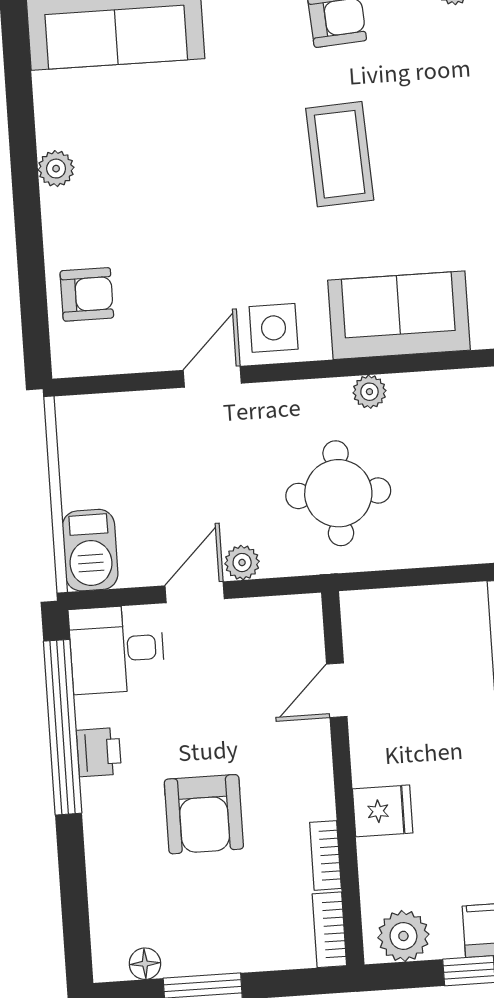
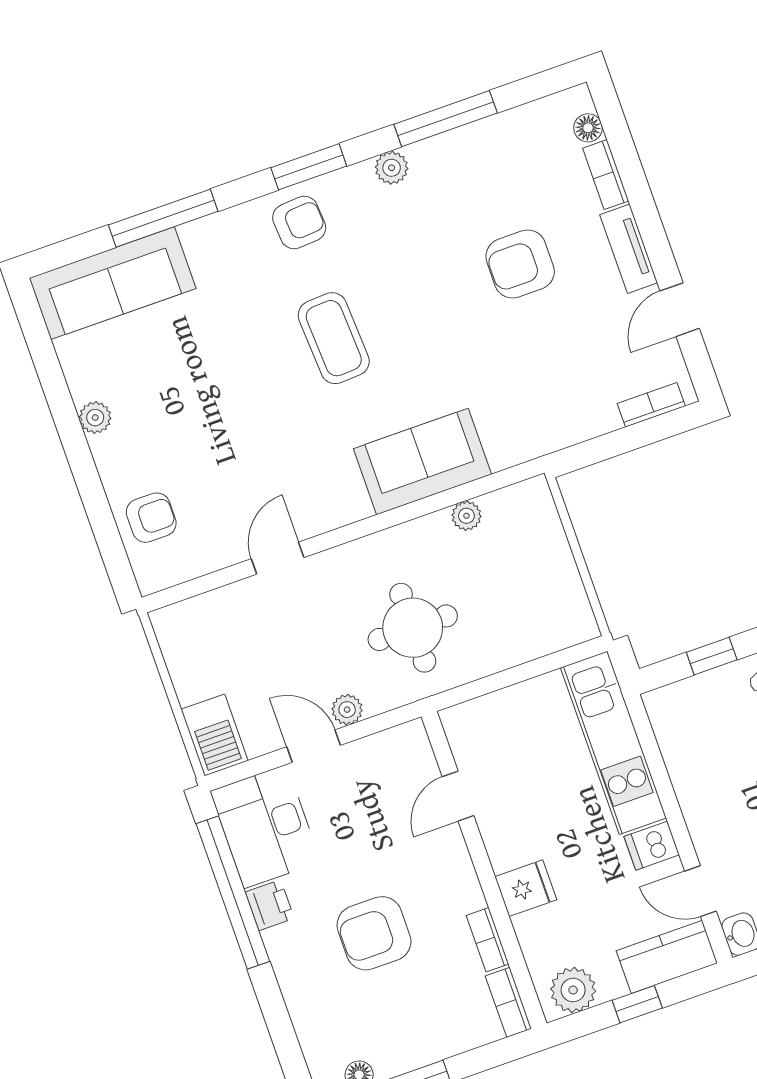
side table: (274, 328) -> (318, 502), removed
plant: (369, 392) -> (466, 516), moved
door: (195, 592) -> (314, 746), hinge flipped
desk: (117, 649) -> (265, 826), width x1.37
armchair: (204, 814) -> (374, 933), turned 90

